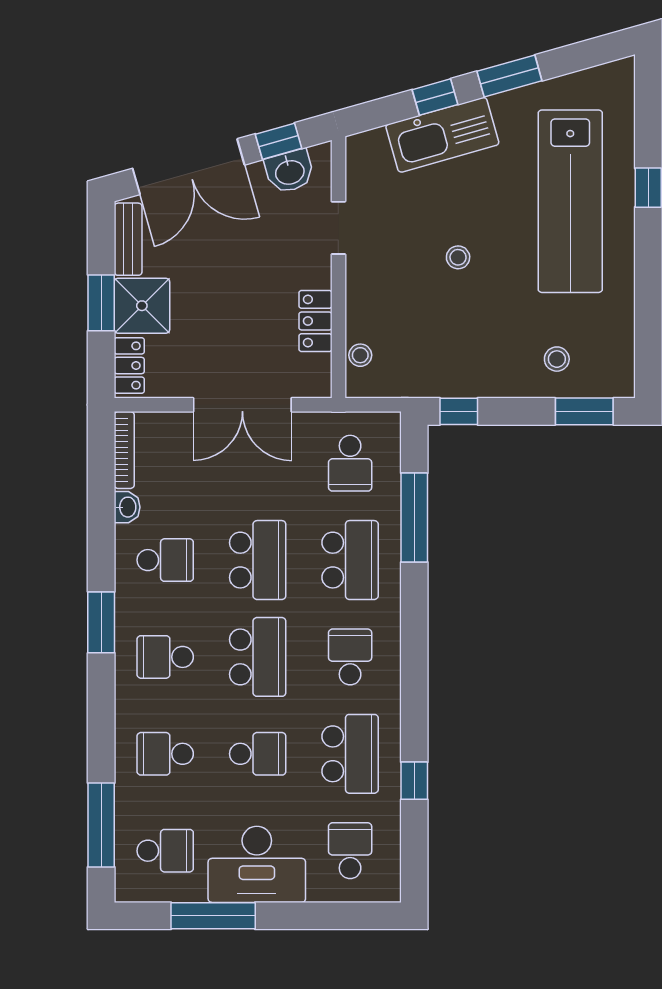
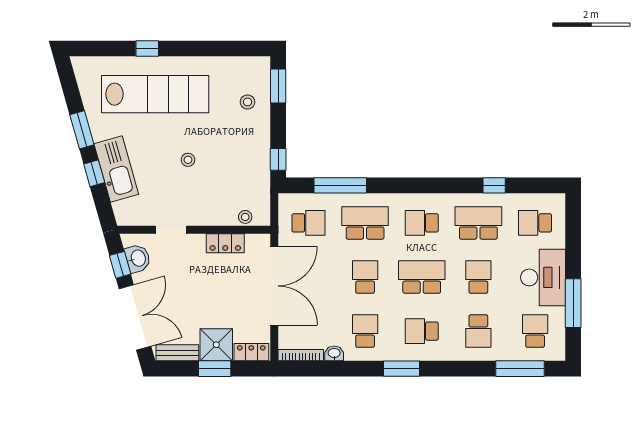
double door: (242, 405) -> (274, 286), width x1.36
school desk: (258, 560) -> (365, 277), width x0.54
school desk: (165, 657) -> (422, 331), turned 90

